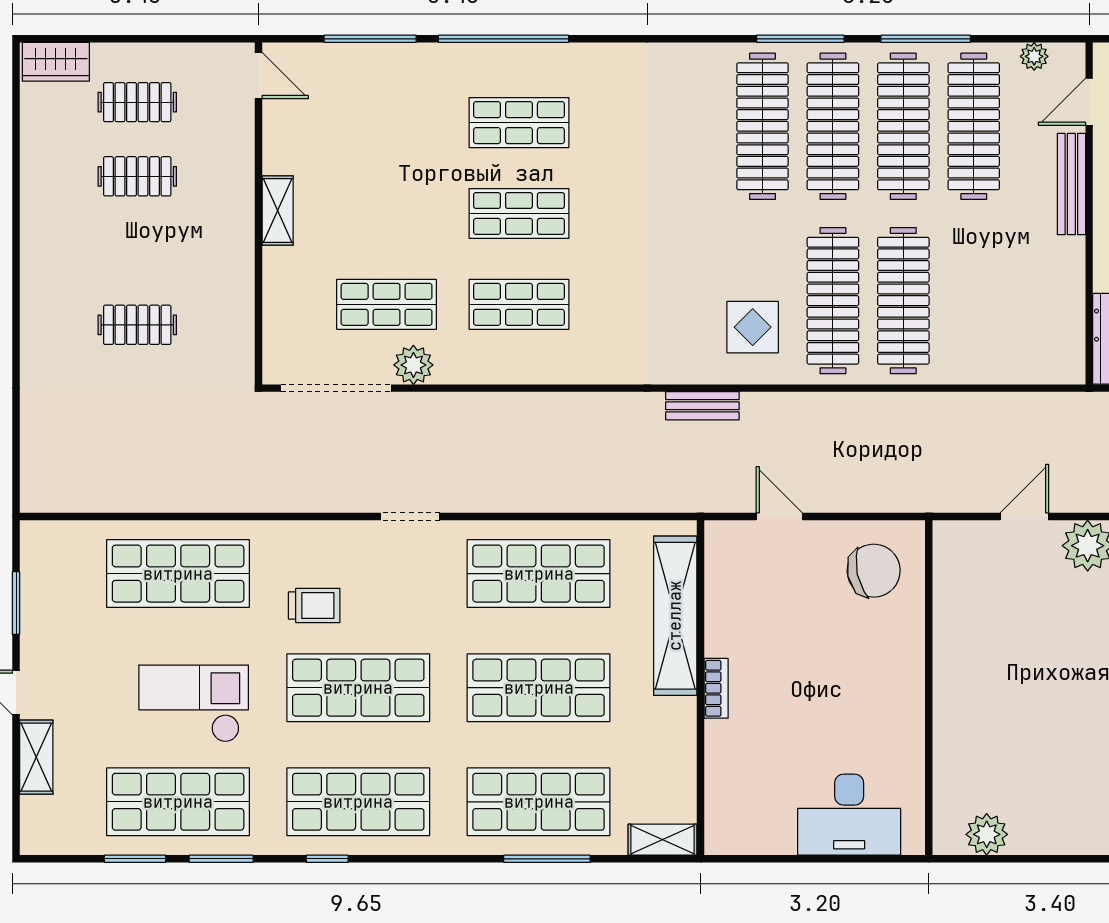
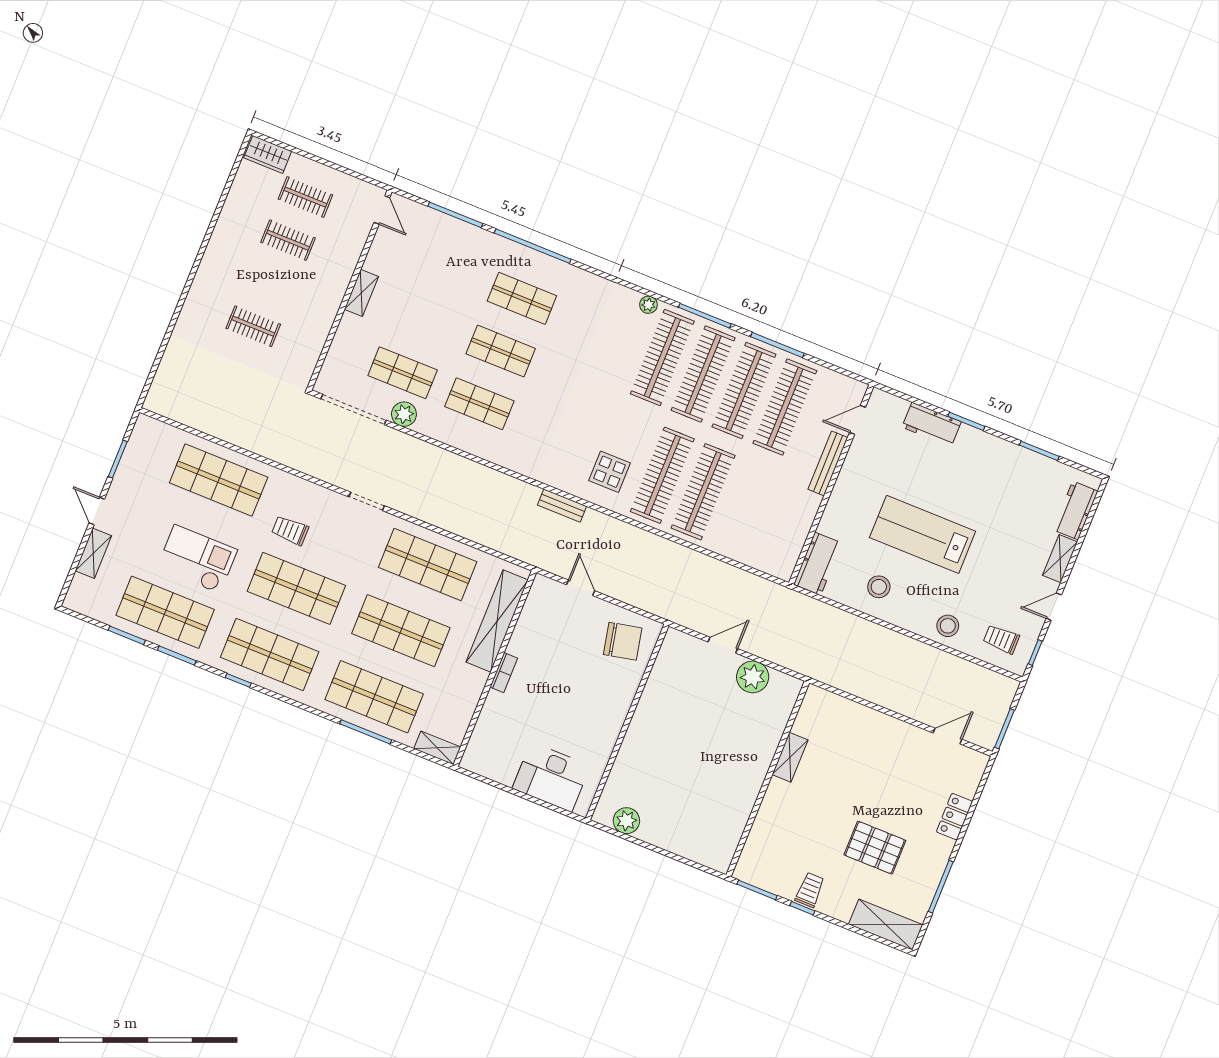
plant: (1034, 56) -> (648, 305), moved
trolley: (314, 606) -> (290, 530), turned 180

